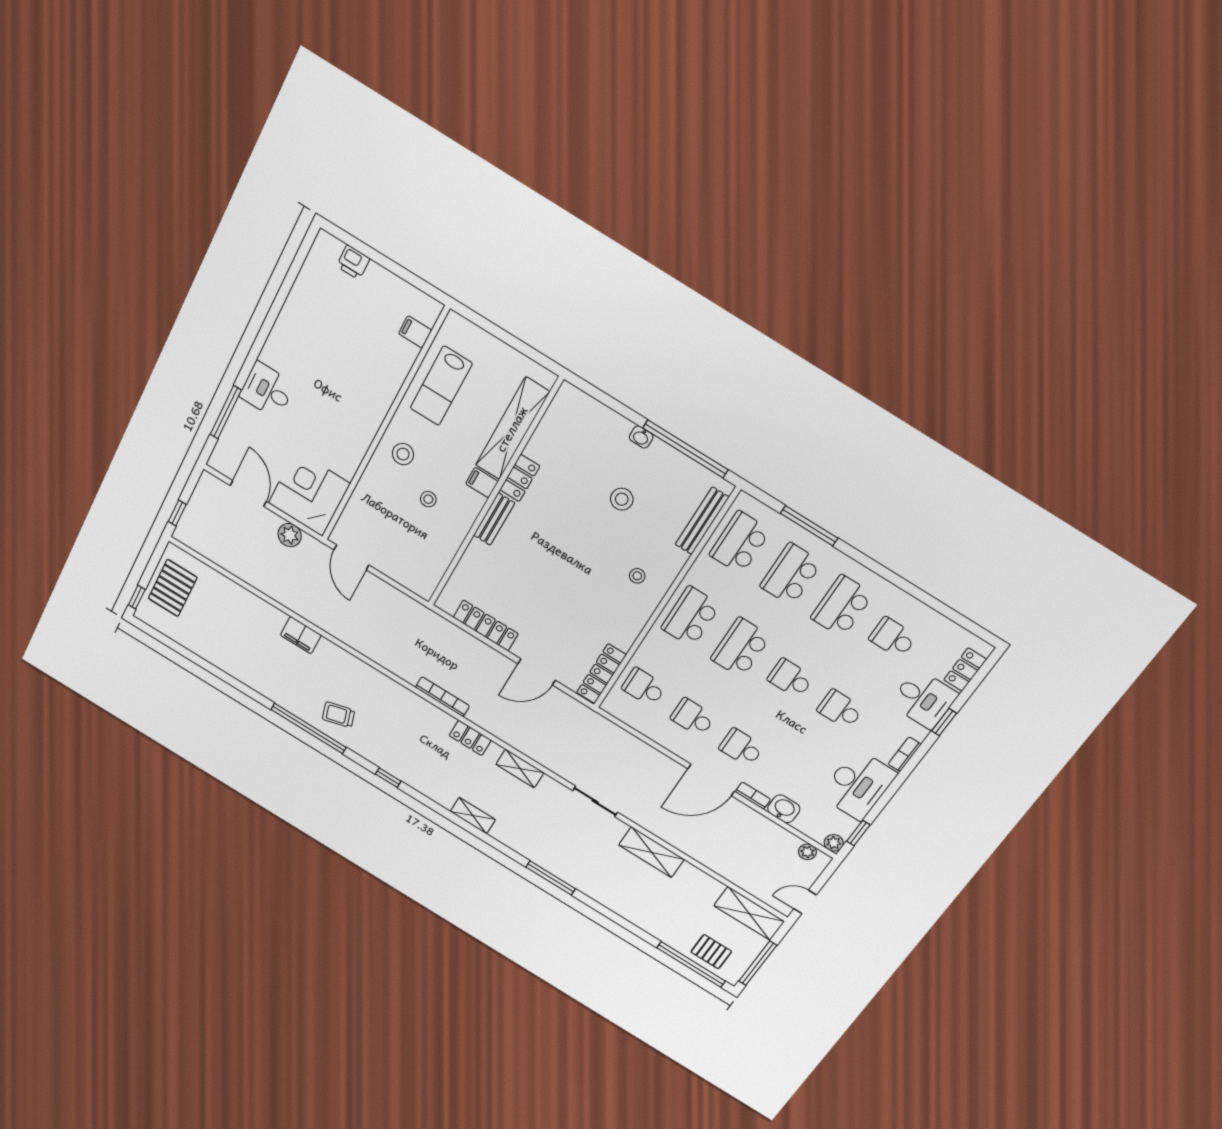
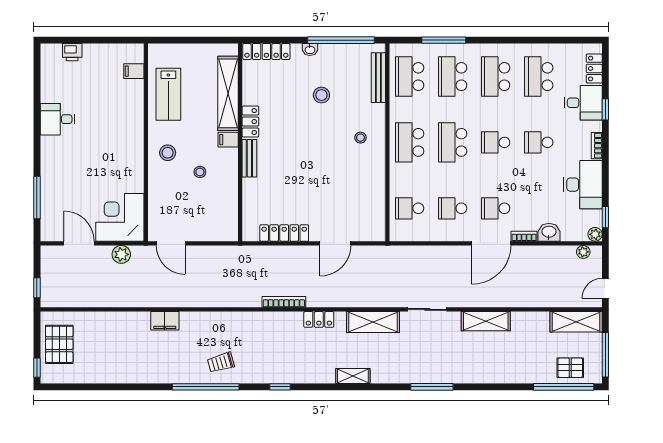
desk: (267, 390) -> (57, 119), moved
school desk: (893, 638) -> (539, 77), width x1.85
locker: (601, 674) -> (266, 52), moved, turned -90
shelving: (520, 769) -> (373, 322), width x1.50, depth x1.33

